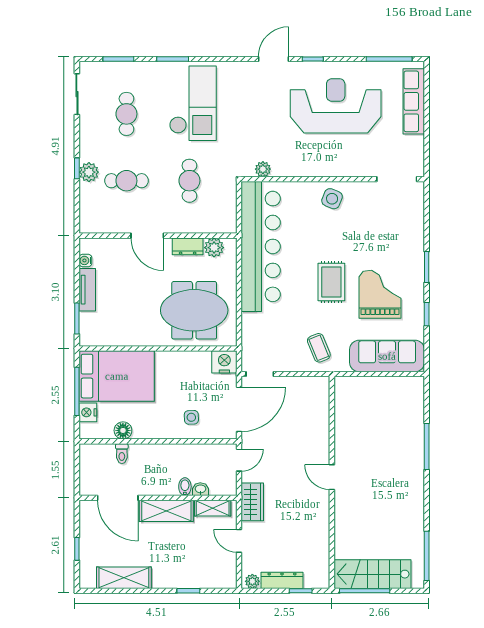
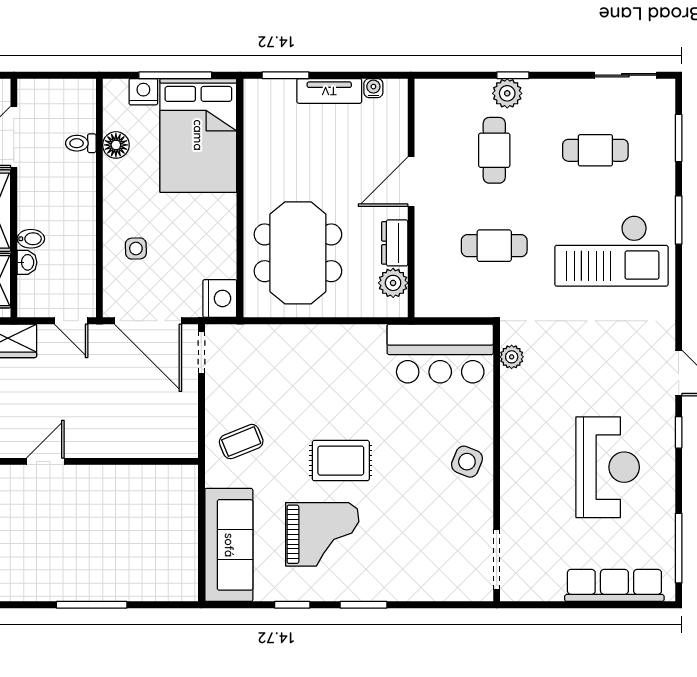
reception desk: (336, 106) -> (608, 467), width x0.74, depth x0.77
bar counter: (261, 246) -> (440, 353), width x0.54

